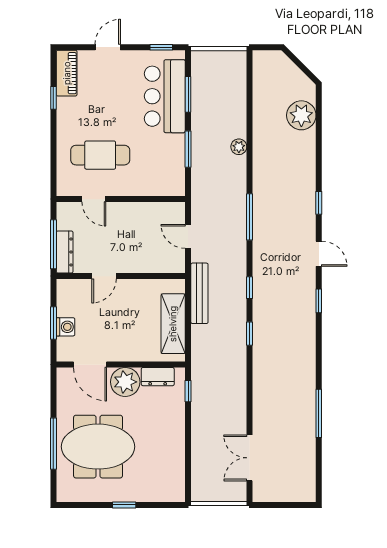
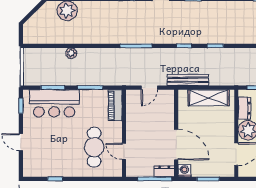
piano: (67, 73) -> (115, 105), moved, turned -90
plant: (239, 147) -> (71, 53), moved
door: (94, 199) -> (124, 152), swing flipped
dresser: (65, 252) -> (164, 171), width x0.70
door: (104, 276) -> (176, 145), width x1.88
washing machine: (66, 327) -> (184, 171), moved

